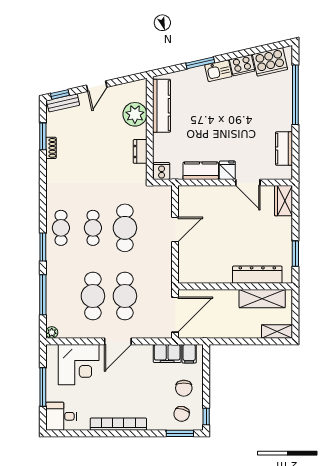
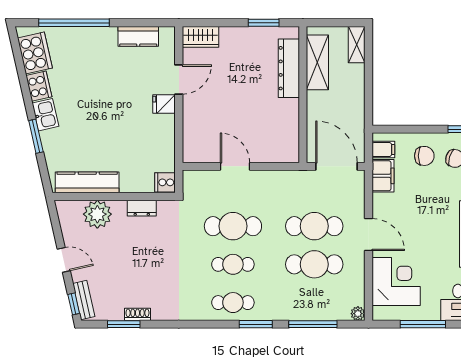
kitchen counter: (201, 171) -> (165, 136), removed

